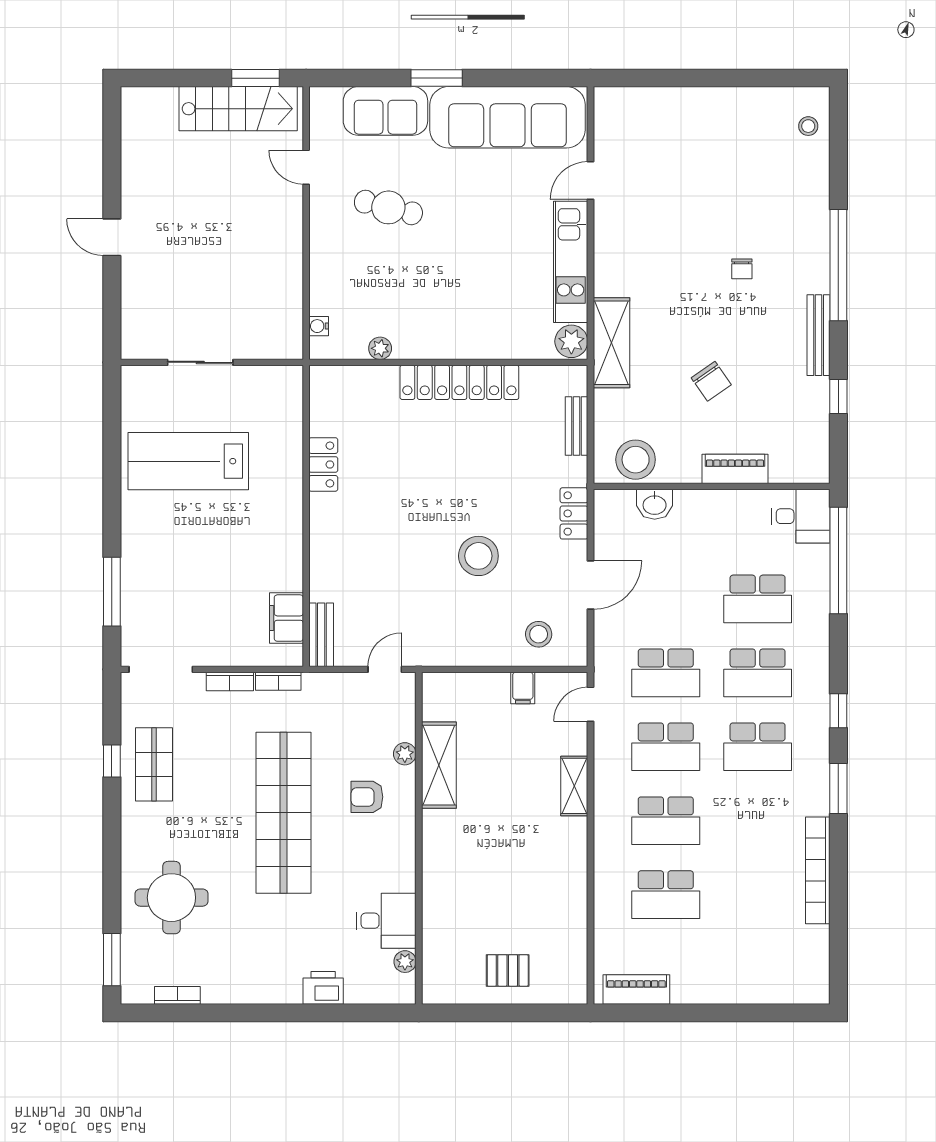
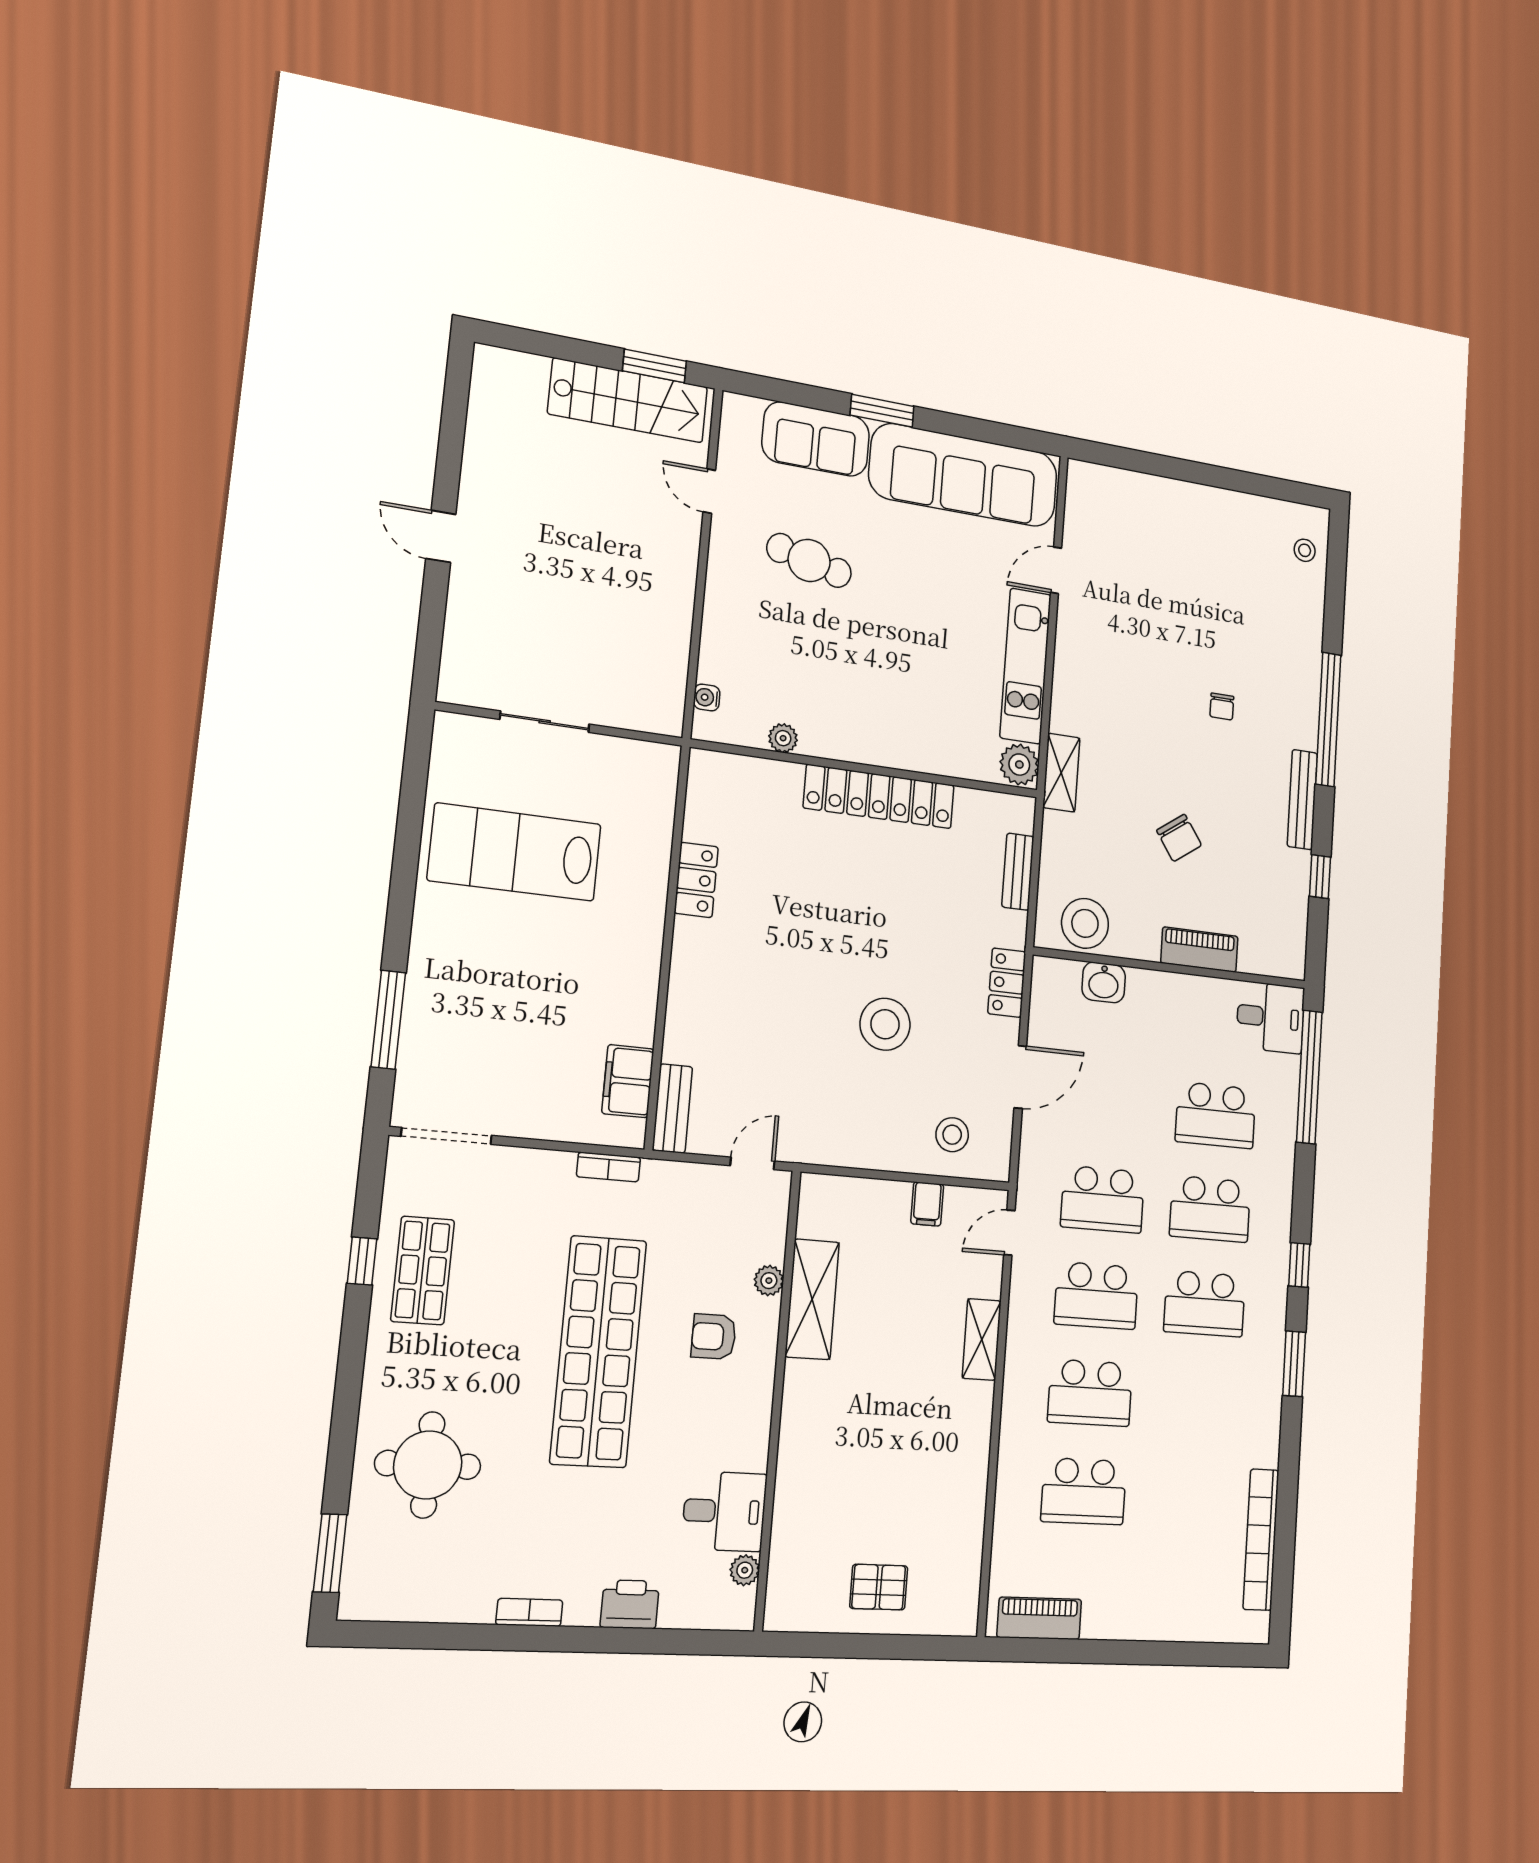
shelving: (611, 343) -> (1061, 773), width x0.67, depth x0.75
bookcase: (230, 682) -> (542, 1162), removed
bookcase: (818, 870) -> (1261, 1540), moved
bookcase: (177, 995) -> (529, 1612), moved

